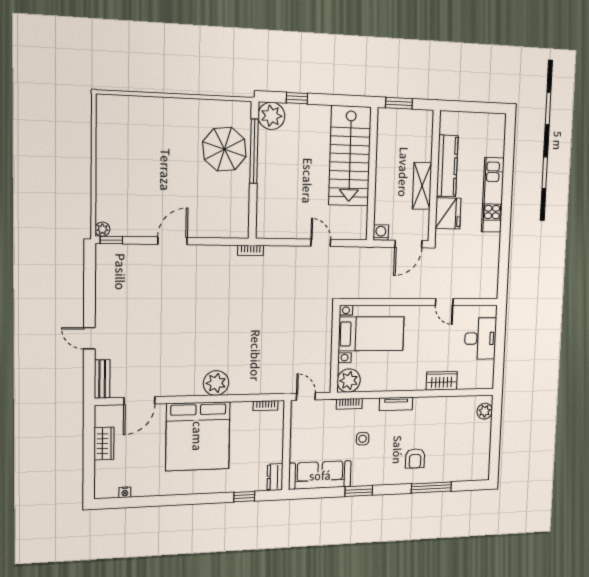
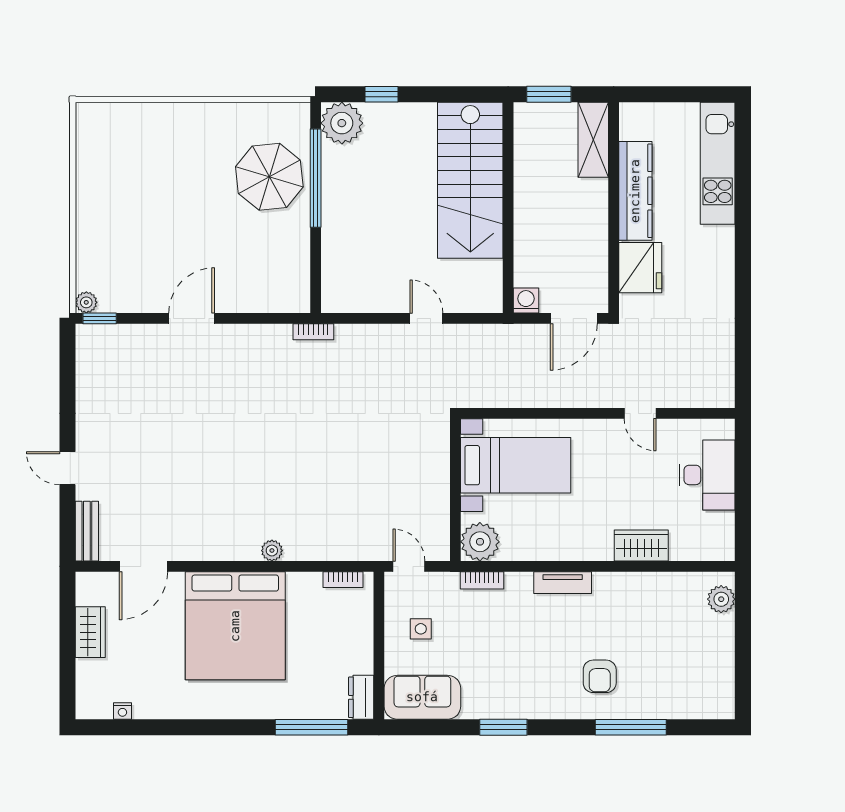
shelving: (422, 186) -> (593, 140), moved
kitchen unit: (493, 195) -> (718, 163), moved
plant: (216, 383) -> (272, 551), width x0.53, depth x0.53
side table: (363, 439) -> (421, 629), moved
sofa: (320, 475) -> (422, 697), width x0.73
window: (244, 497) -> (312, 727), width x2.17

